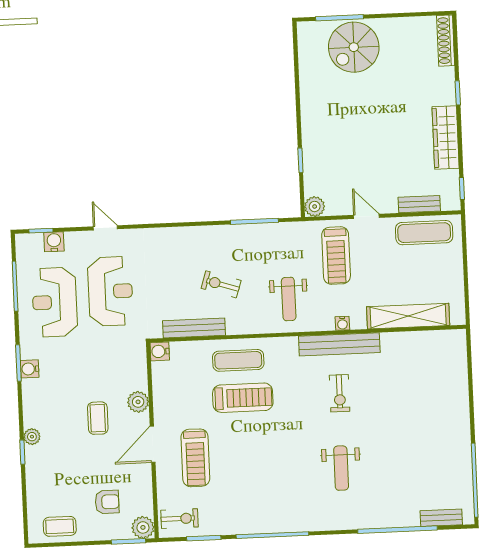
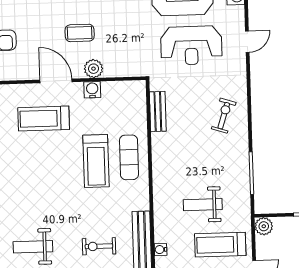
exercise bike: (221, 284) -> (224, 116), moved
weight bench: (289, 299) -> (203, 205), moved
bench: (194, 328) -> (158, 111), width x0.73
water cooler: (160, 351) -> (92, 90), moved

